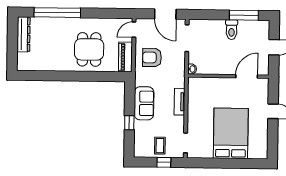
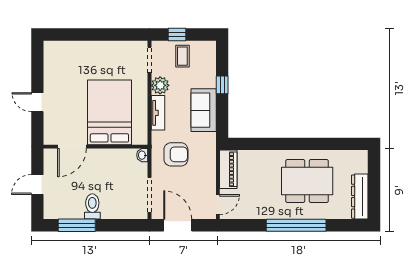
window: (57, 13) -> (296, 225), moved
dining table: (89, 49) -> (307, 181), moved, width x1.37
armchair: (152, 58) -> (176, 154), moved
plant: (177, 123) -> (160, 85), added
bed: (231, 133) -> (109, 112), moved, turned 180

